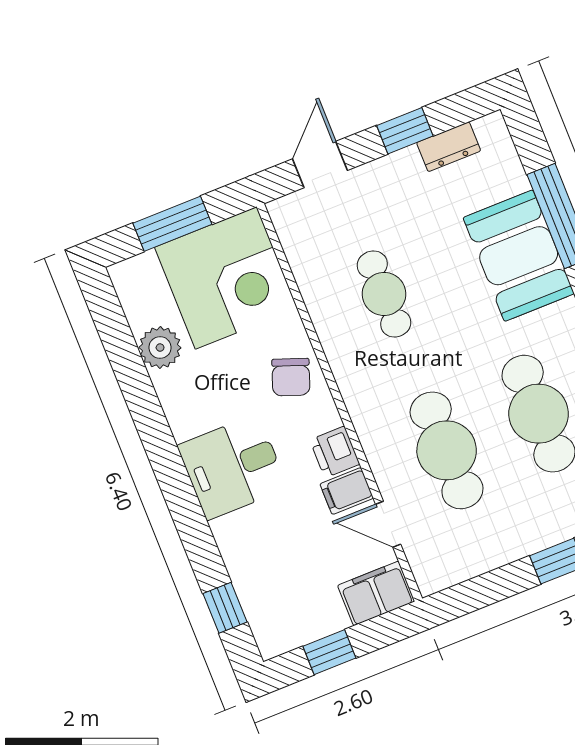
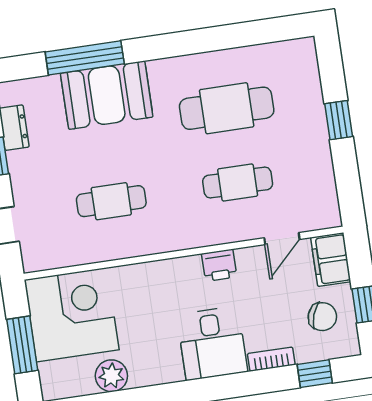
chair: (291, 377) -> (322, 317), moved
cafe table: (447, 450) -> (238, 183), width x0.73, depth x0.74
filing cabinet: (347, 491) -> (250, 263), removed
bookcase: (230, 548) -> (271, 359), added

